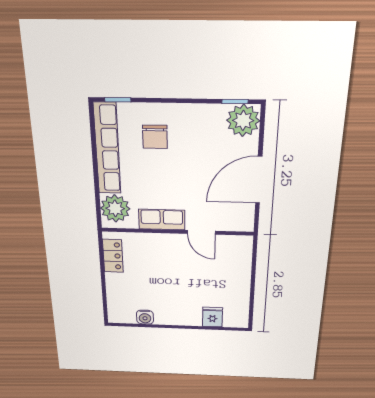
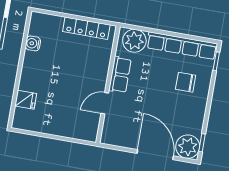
door: (259, 180) -> (155, 155), moved
locker: (113, 256) -> (86, 28), width x1.53

